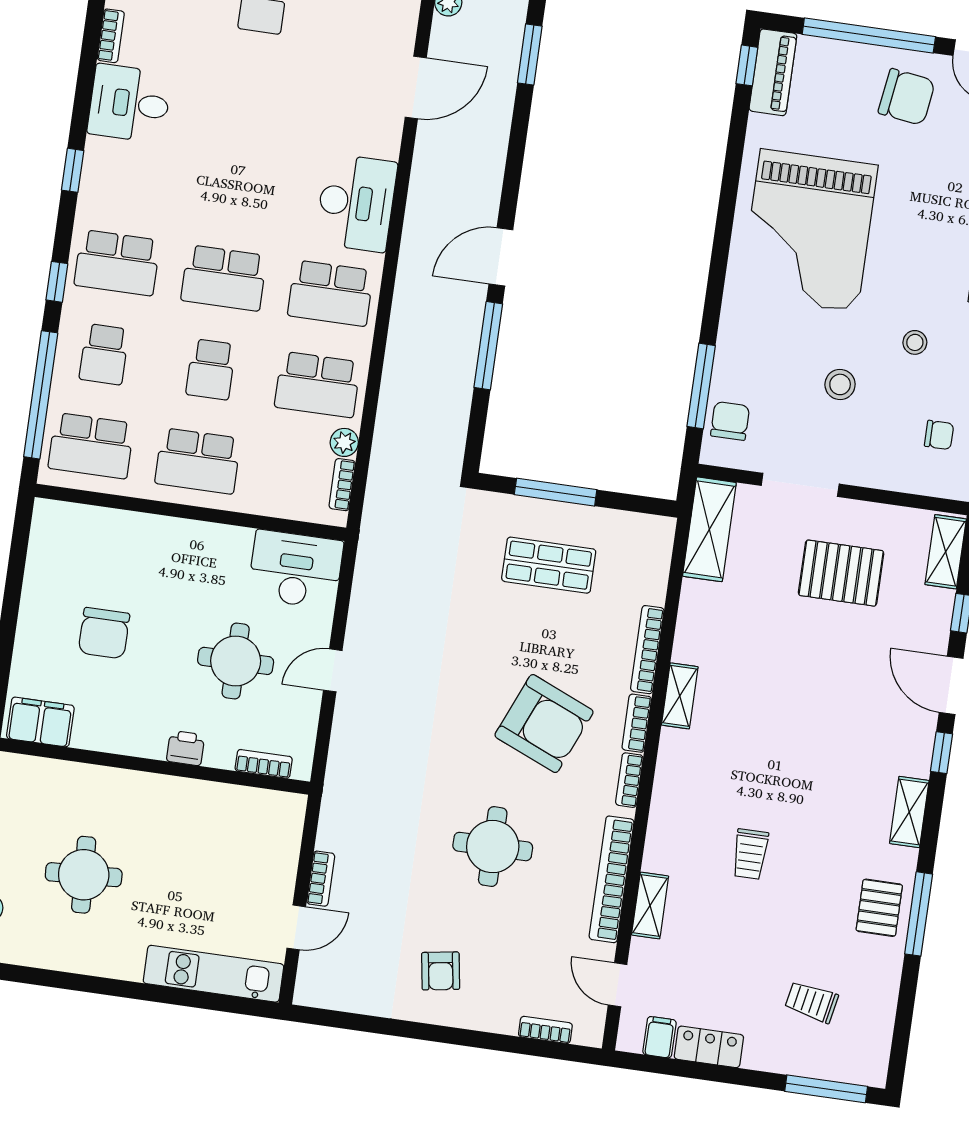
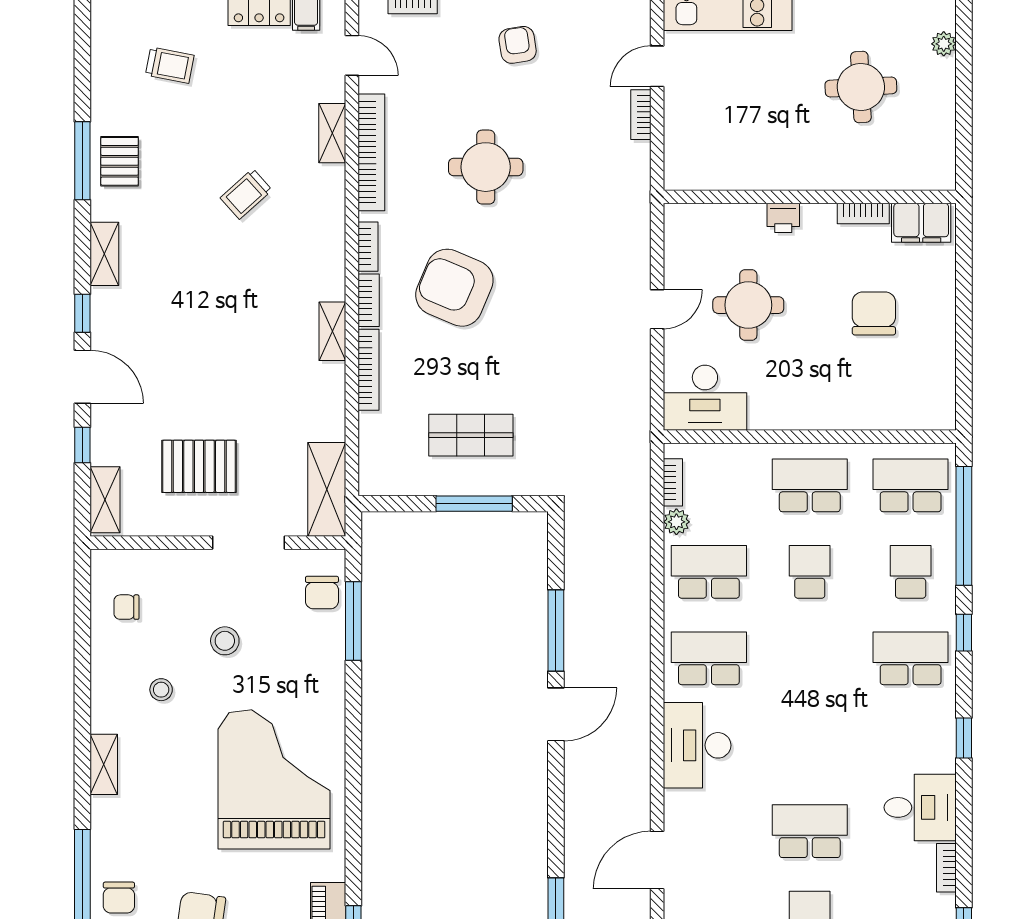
school desk: (224, 278) -> (810, 831), moved
bookcase: (264, 764) -> (863, 213), moved
trolley: (750, 854) -> (246, 194), turned -132

